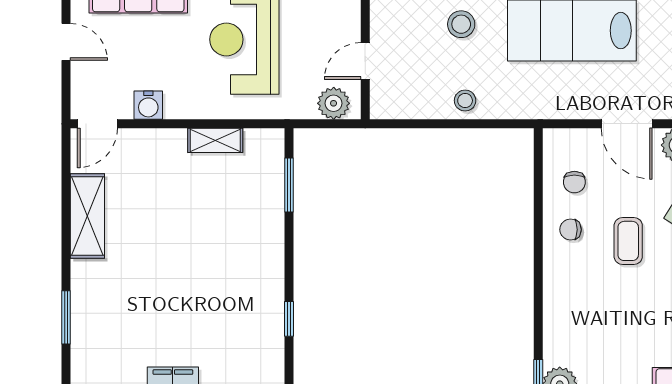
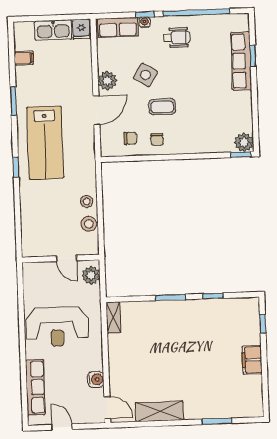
stool: (461, 24) -> (89, 224), moved
door: (66, 42) -> (62, 427), hinge flipped
shelving: (215, 140) -> (113, 317), moved
window: (289, 185) -> (171, 297), moved

